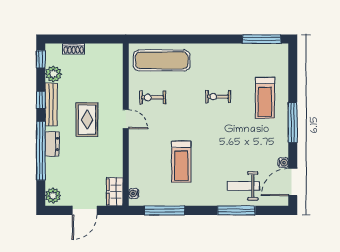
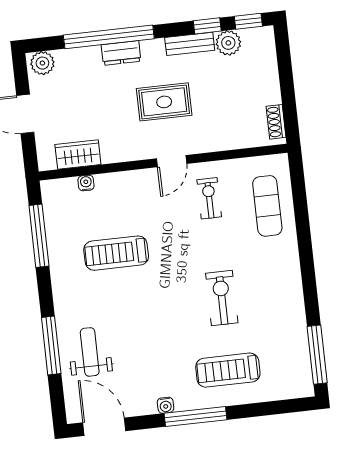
shoe rack: (74, 49) -> (276, 122), moved
exercise mat: (162, 60) -> (267, 206), width x0.73, depth x0.69
exercise bike: (218, 97) -> (222, 298), width x1.38, depth x1.39
window: (41, 100) -> (207, 26), moved
bench: (51, 105) -> (190, 44), width x0.73
water cooler: (283, 163) -> (166, 405), moved
wardrobe: (115, 192) -> (78, 154), moved
water cooler: (134, 193) -> (86, 183), moved

